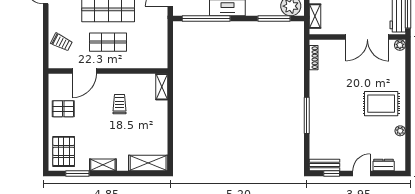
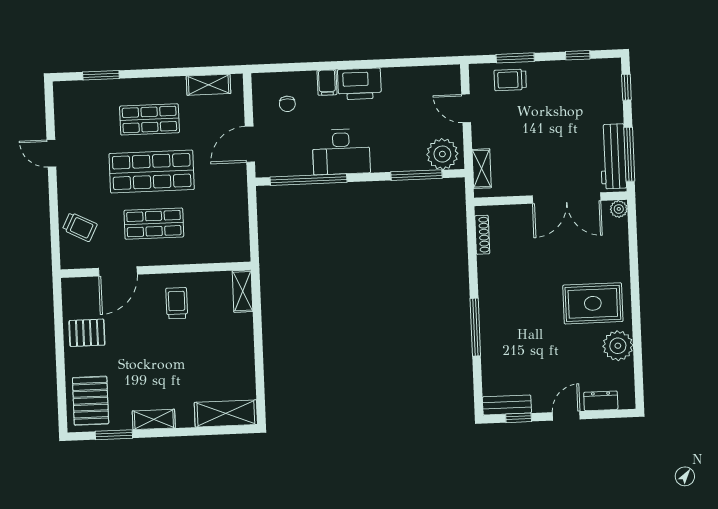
trolley: (120, 104) -> (177, 303), moved
plant: (400, 131) -> (618, 346), width x1.88, depth x1.88

